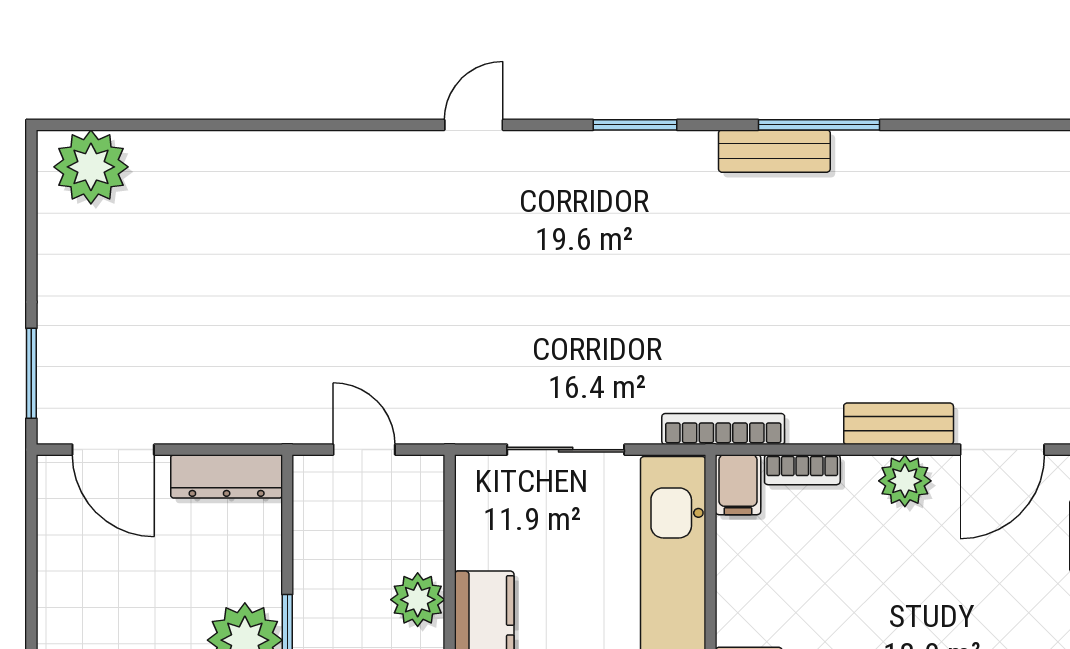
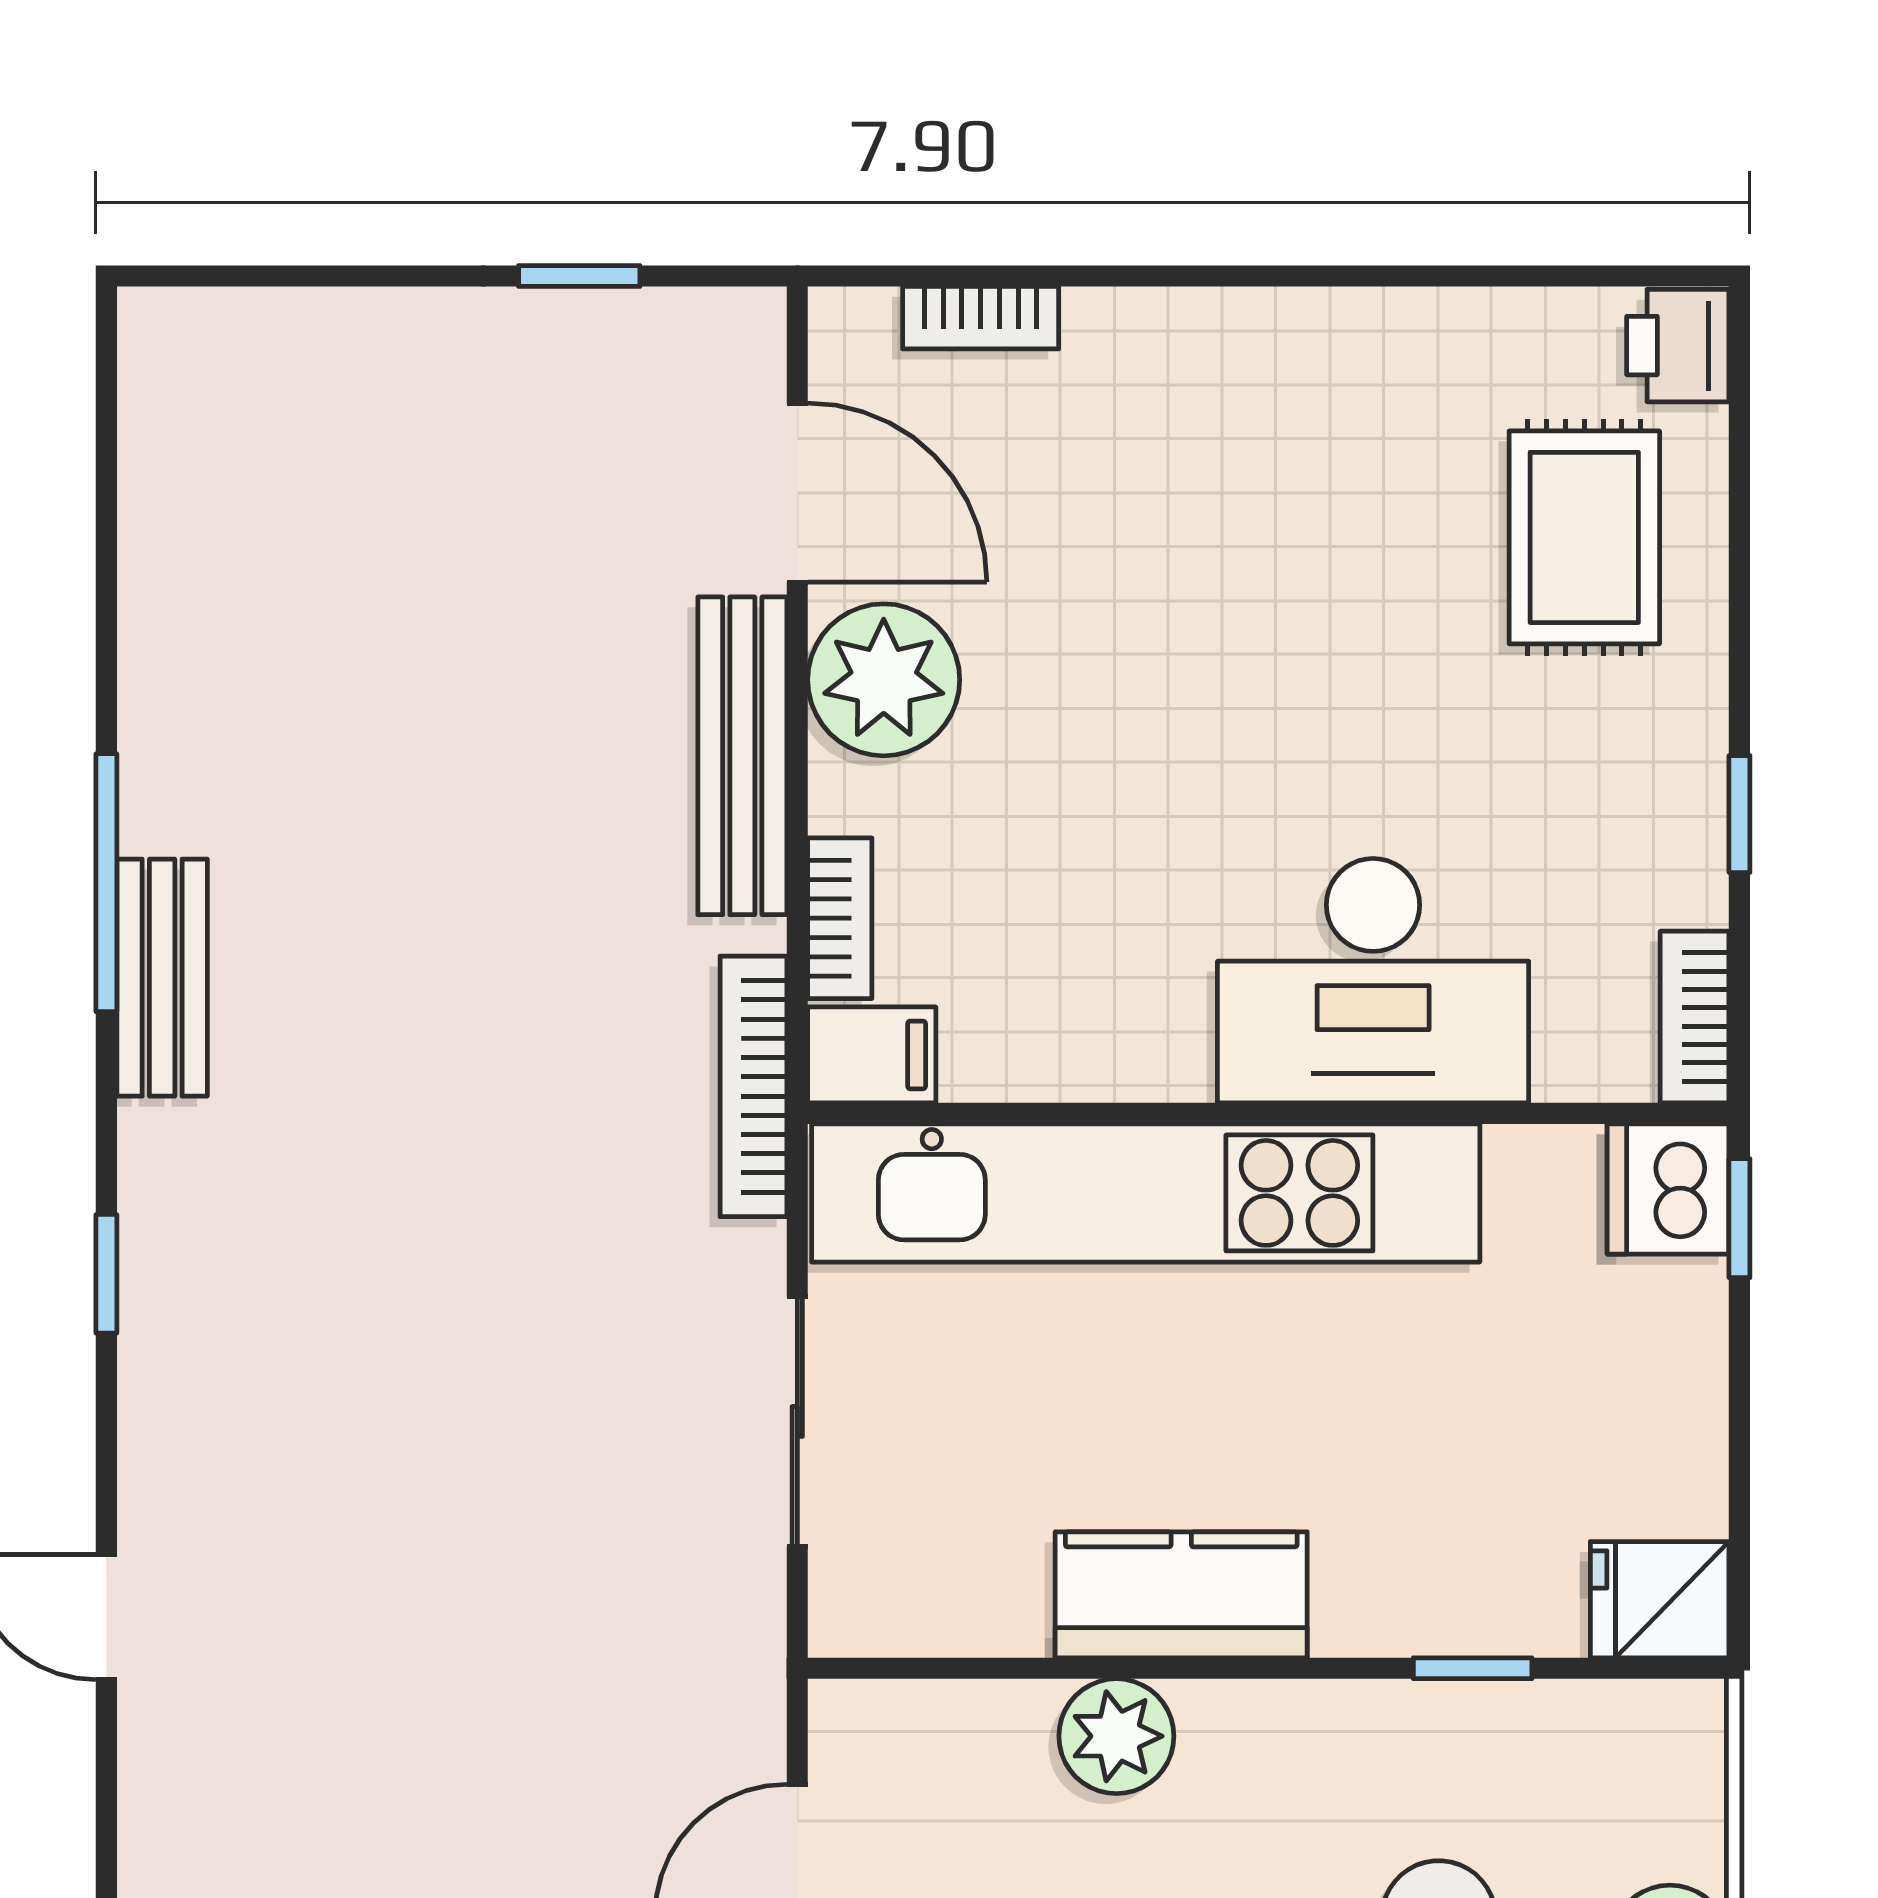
window: (635, 125) -> (106, 1274), width x0.67
bench: (899, 424) -> (742, 756), width x1.36
plant: (905, 481) -> (884, 680), width x1.36, depth x1.36

